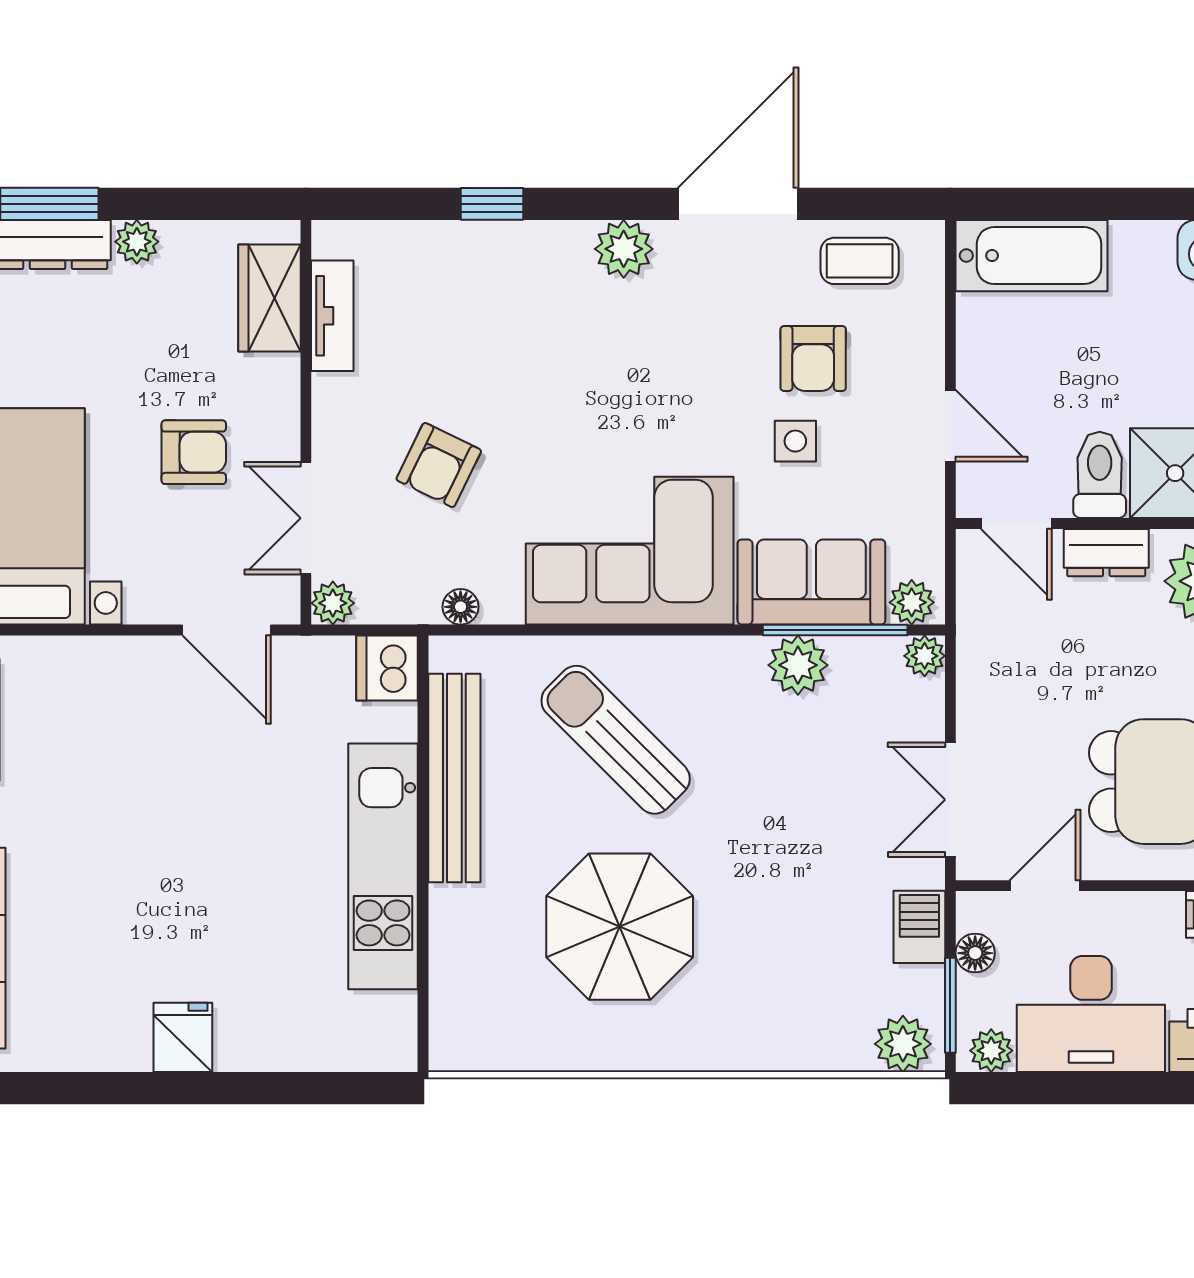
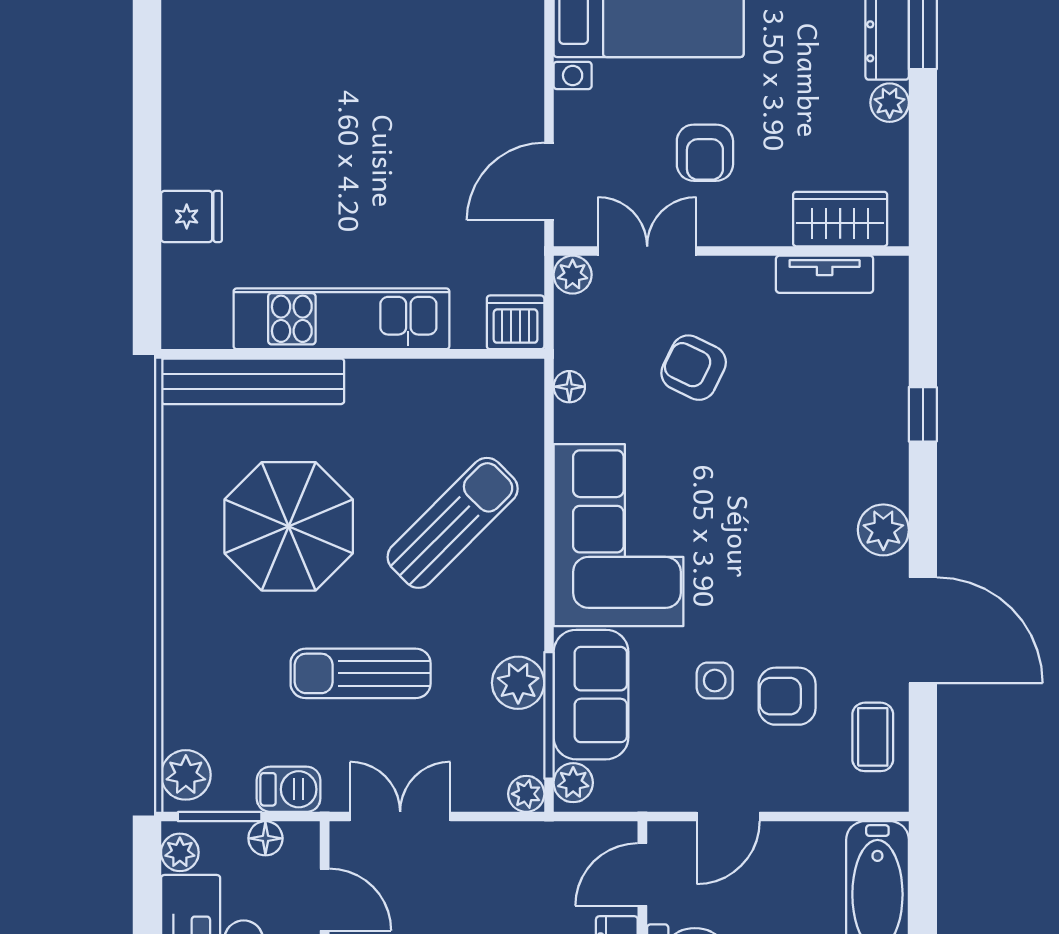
bench: (454, 778) -> (253, 381), moved
sun lounger: (787, 845) -> (361, 673), added
fridge: (183, 1037) -> (192, 216), moved

